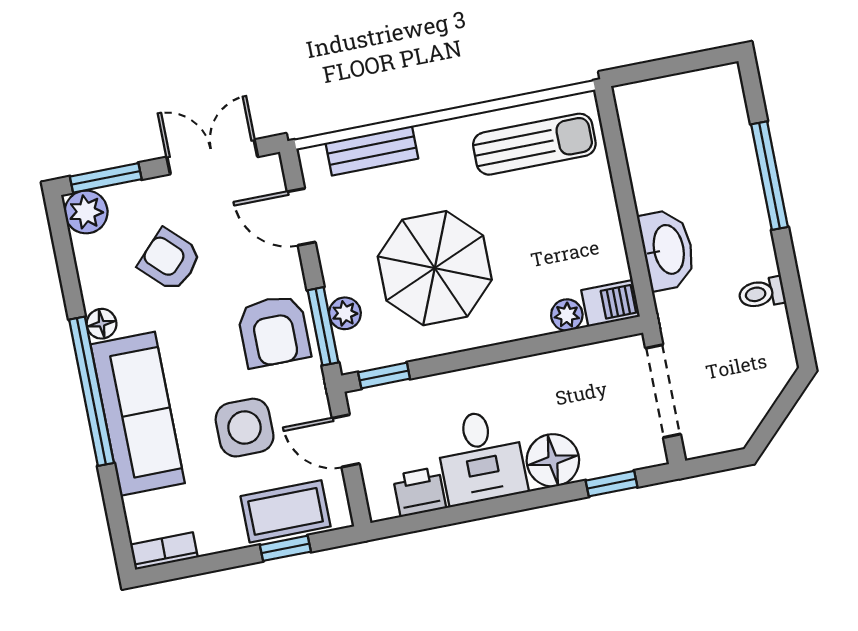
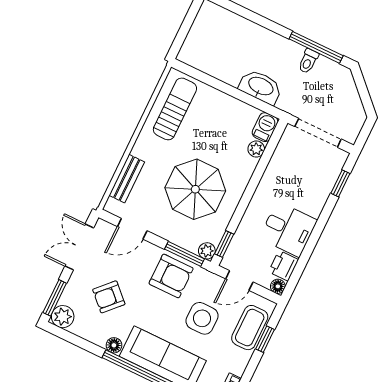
window: (770, 176) -> (316, 47), moved
plant: (345, 313) -> (207, 251), moved
floor lamp: (553, 460) -> (278, 286), moved, width x0.53, depth x0.53

